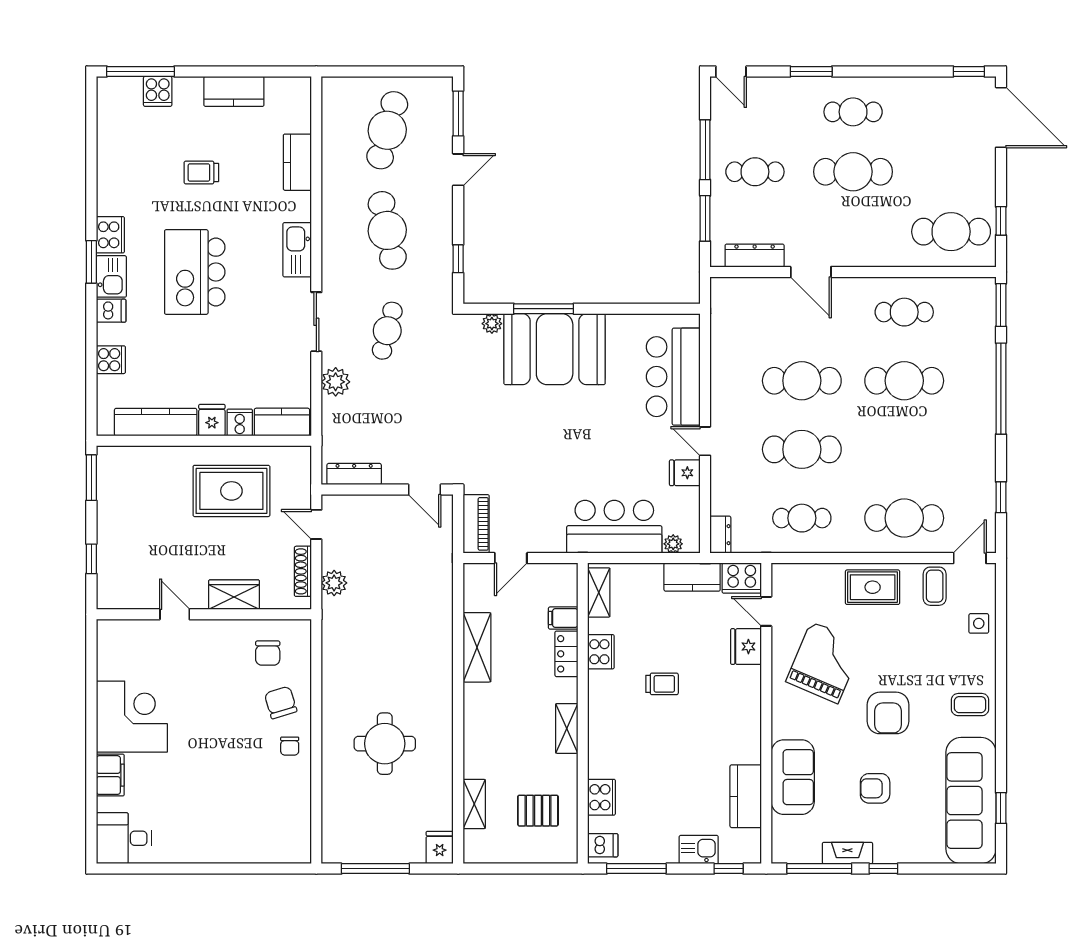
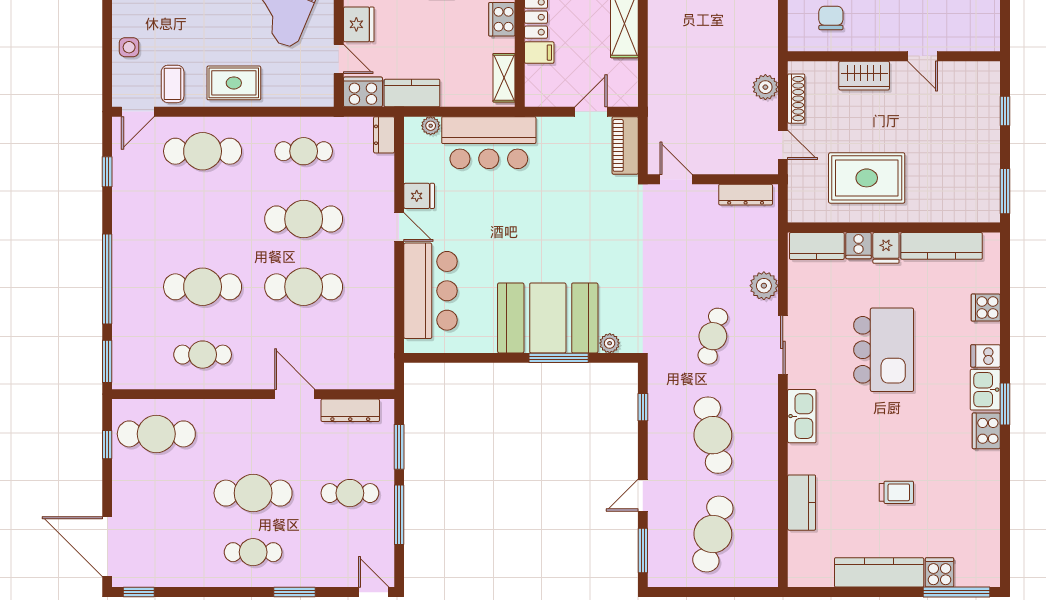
kitchen counter: (234, 91) -> (879, 572), width x1.50
kitchen island: (195, 272) -> (884, 350), moved

